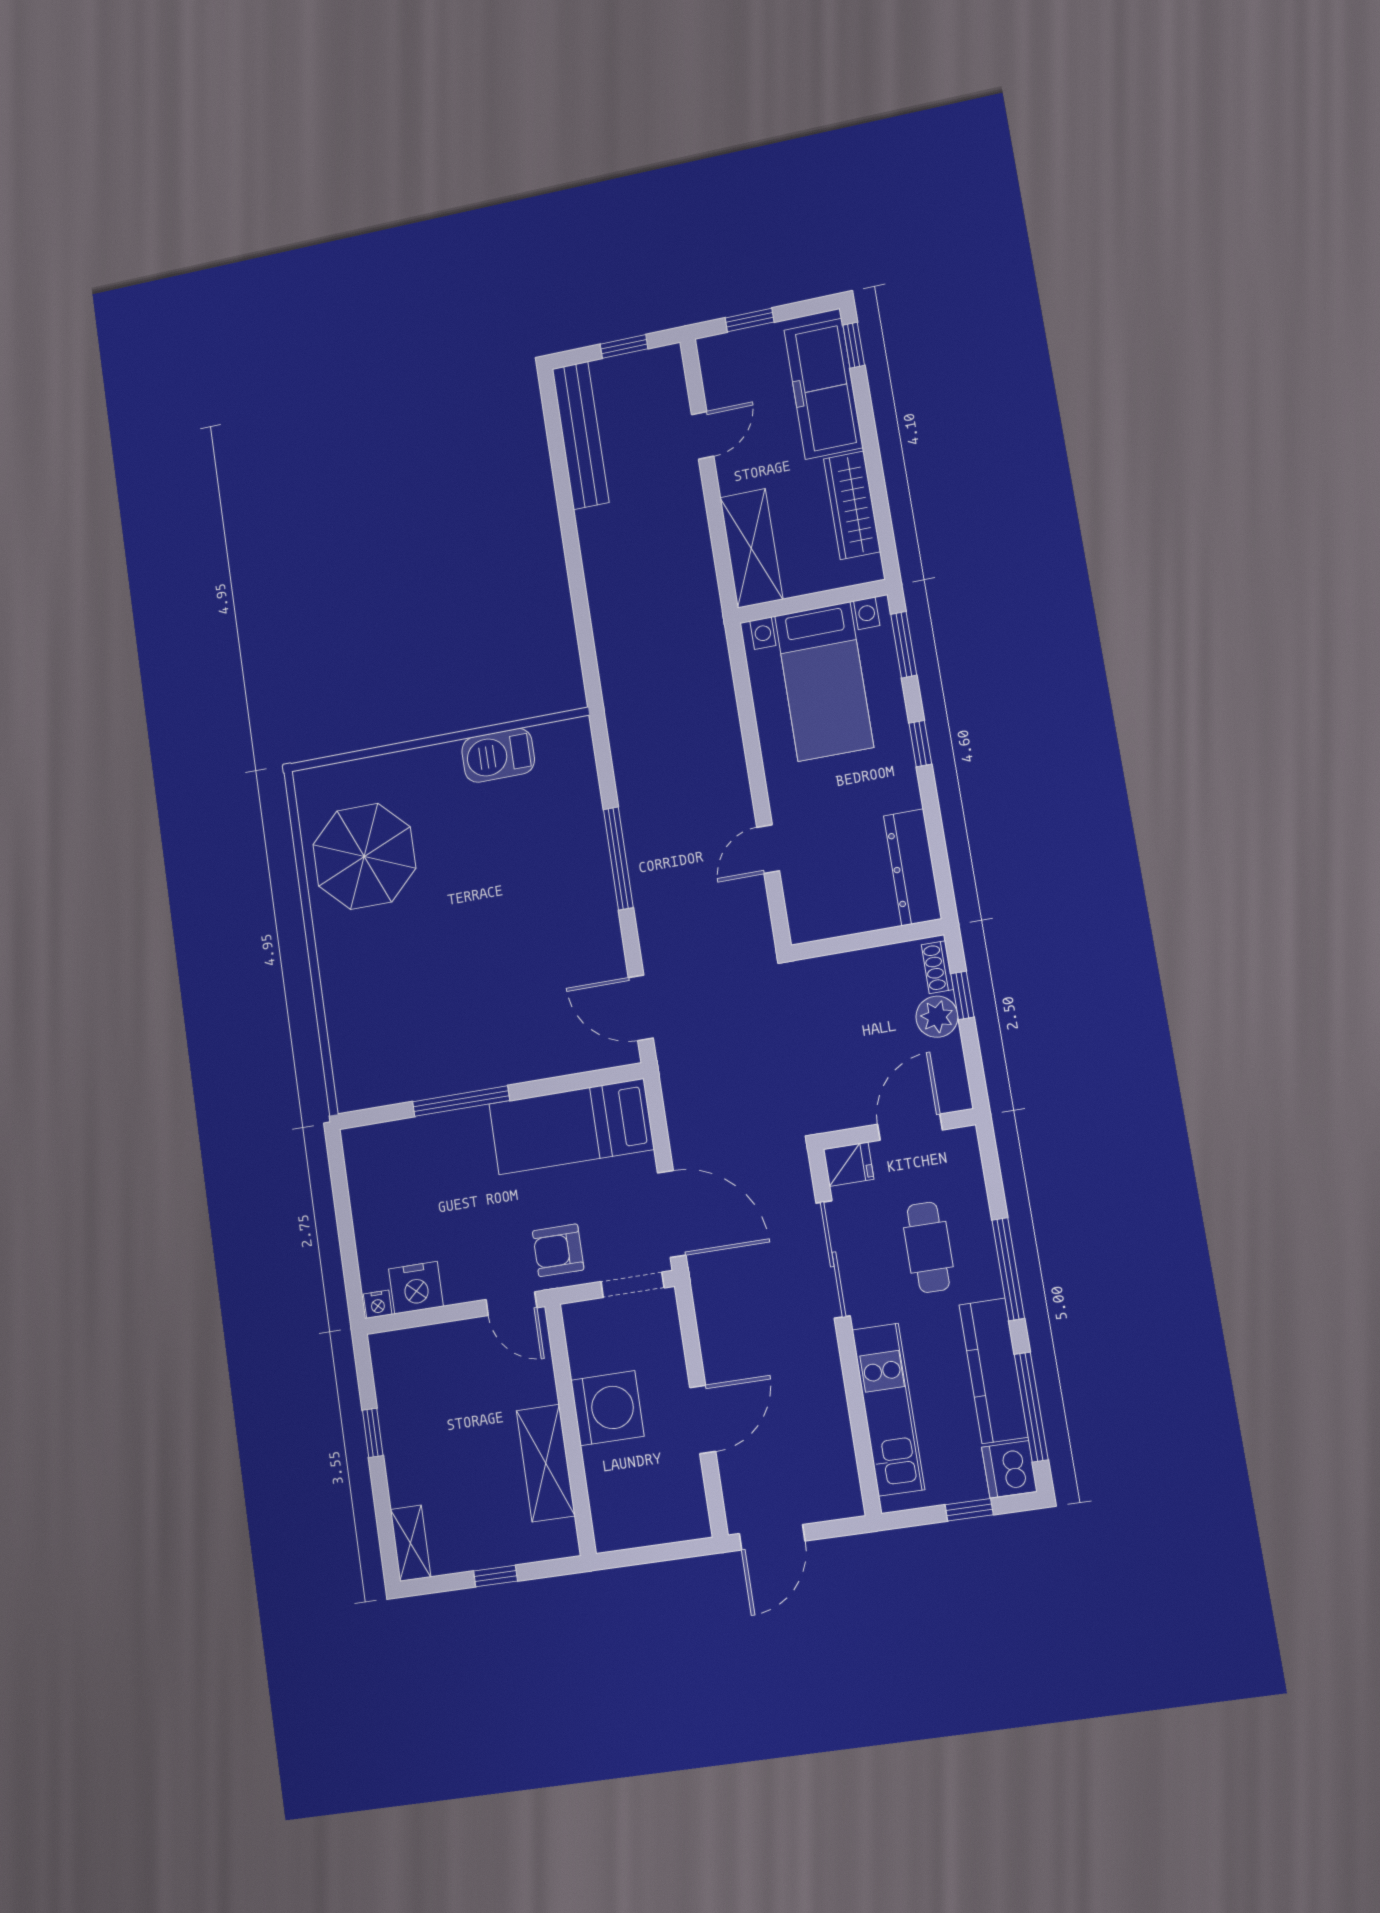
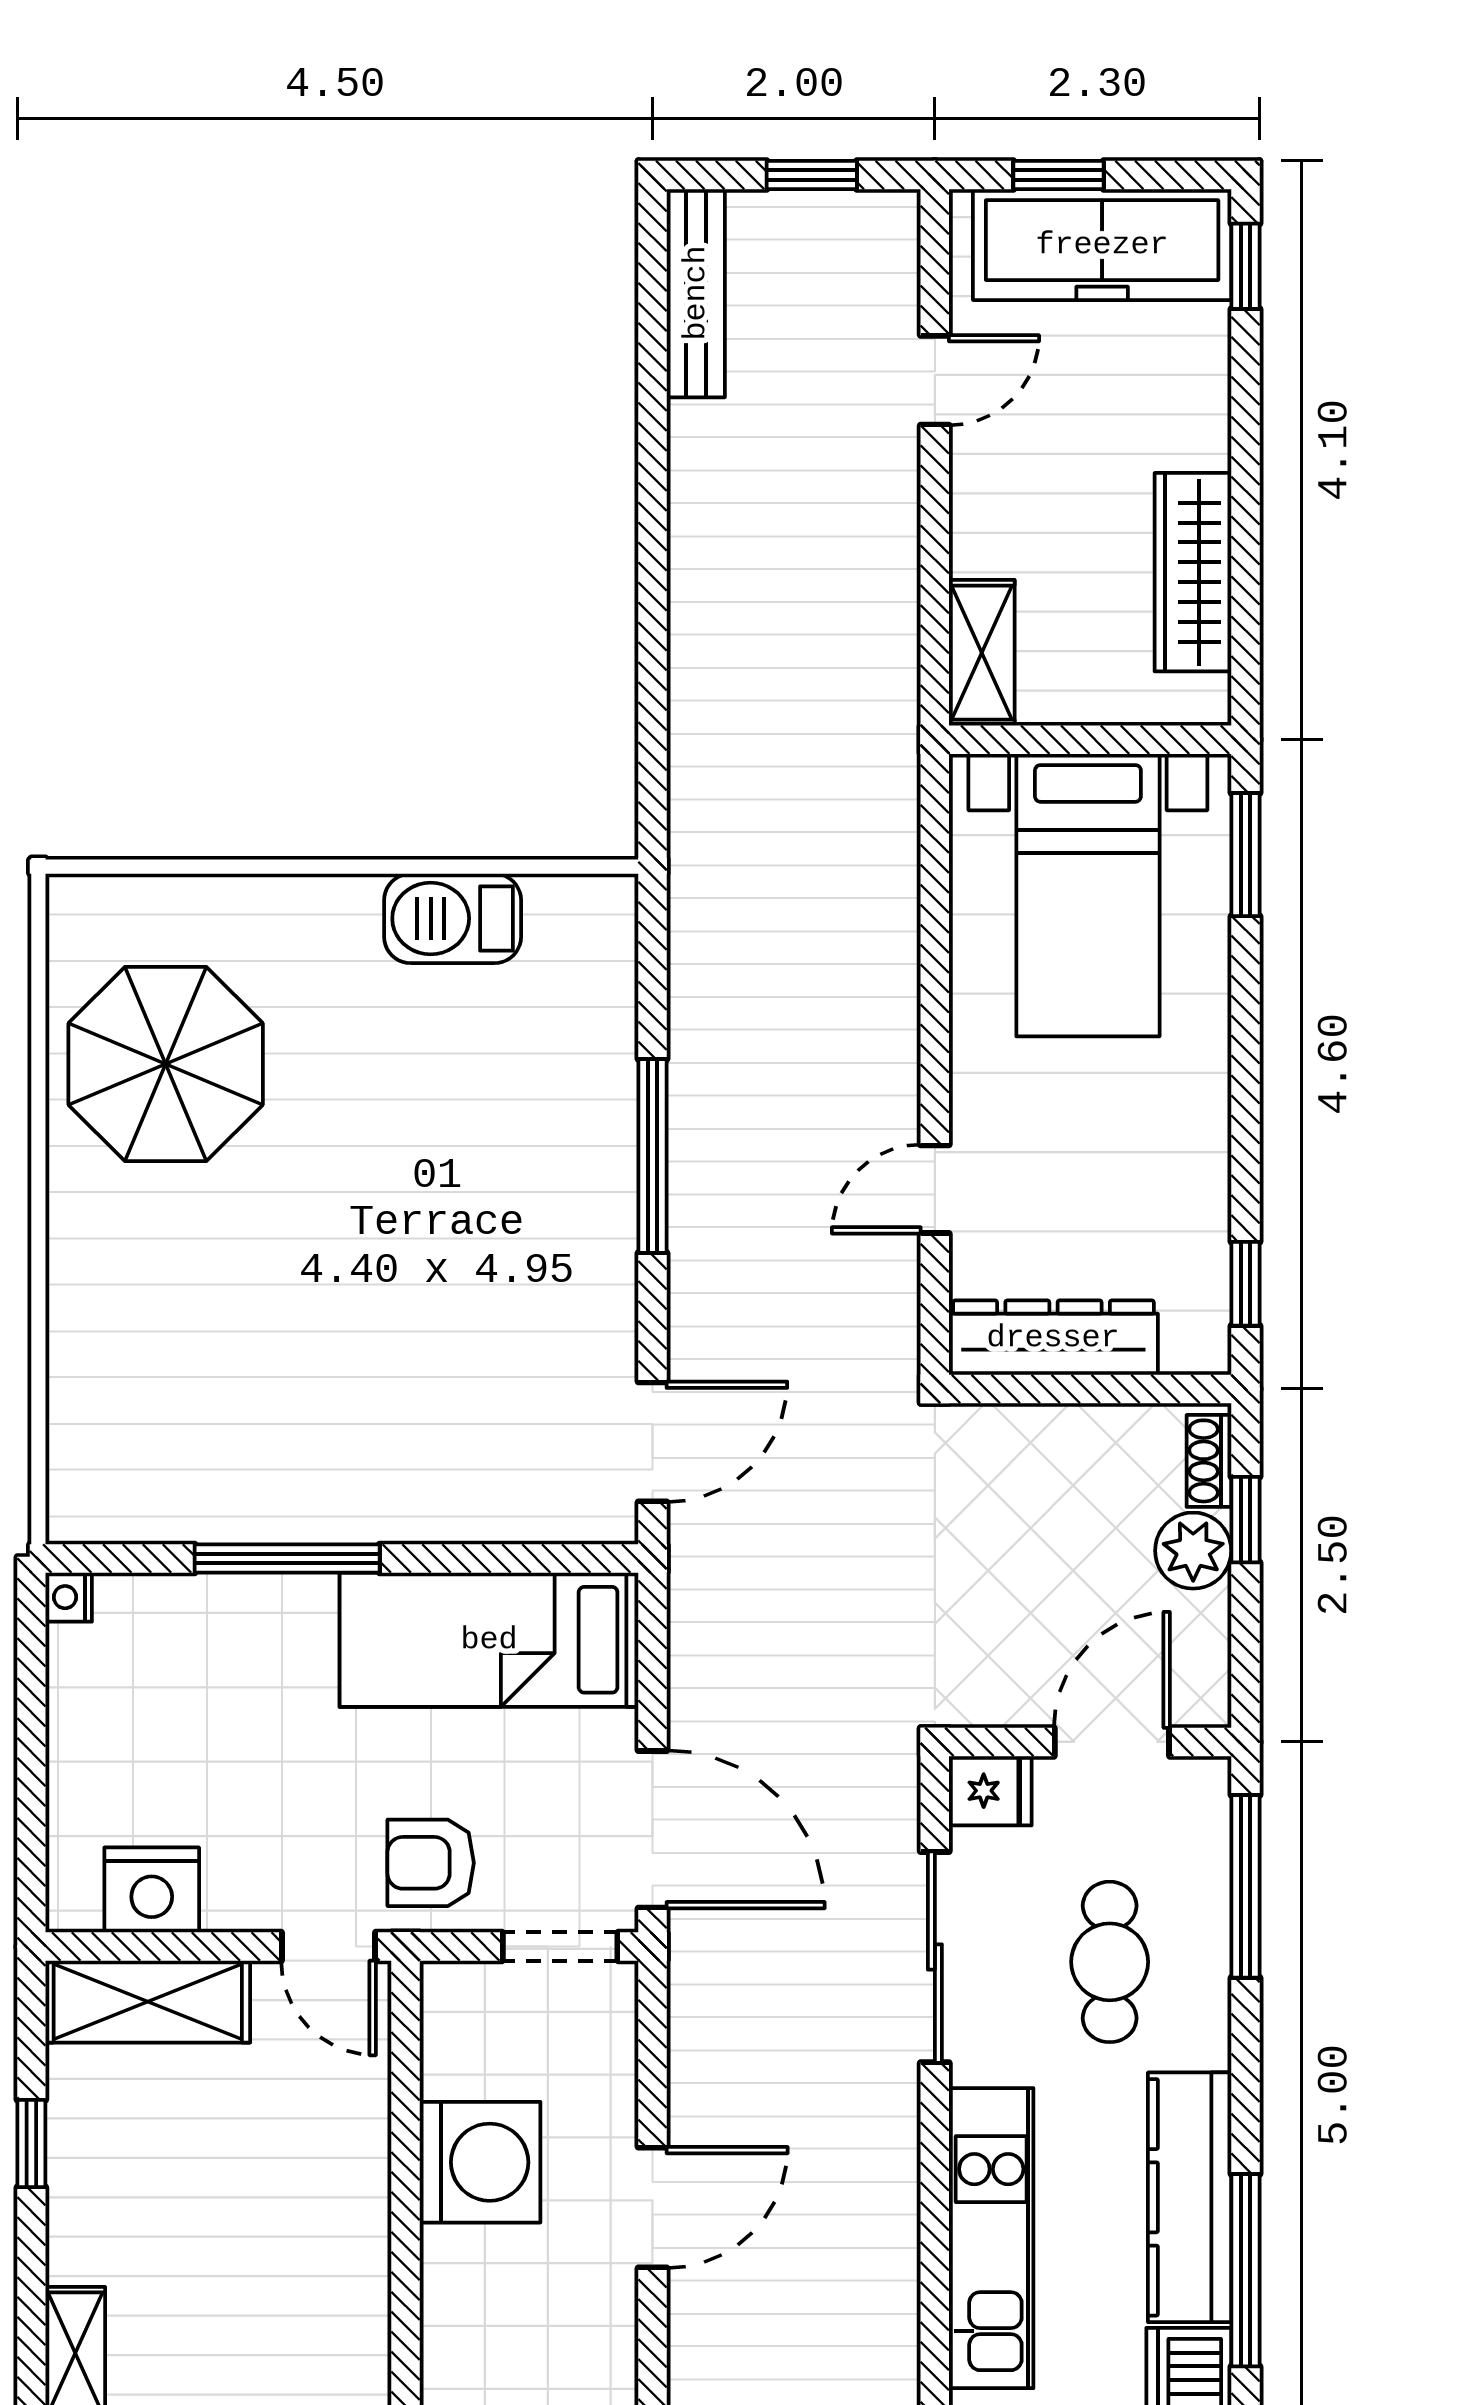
freezer: (824, 389) -> (1102, 245), moved, turned -90
bench: (580, 435) -> (696, 293), width x0.73, depth x0.82
shelving: (751, 548) -> (982, 653), width x0.67, depth x0.75
window: (920, 744) -> (1245, 1284), moved
dresser: (913, 867) -> (1053, 1338), moved, turned 90
door: (641, 1008) -> (652, 1442), swing flipped
window: (1008, 1269) -> (1245, 1886), moved
nightstand: (378, 1304) -> (69, 1597), moved, turned 90
shelving: (546, 1463) -> (148, 2002), moved, turned 90

